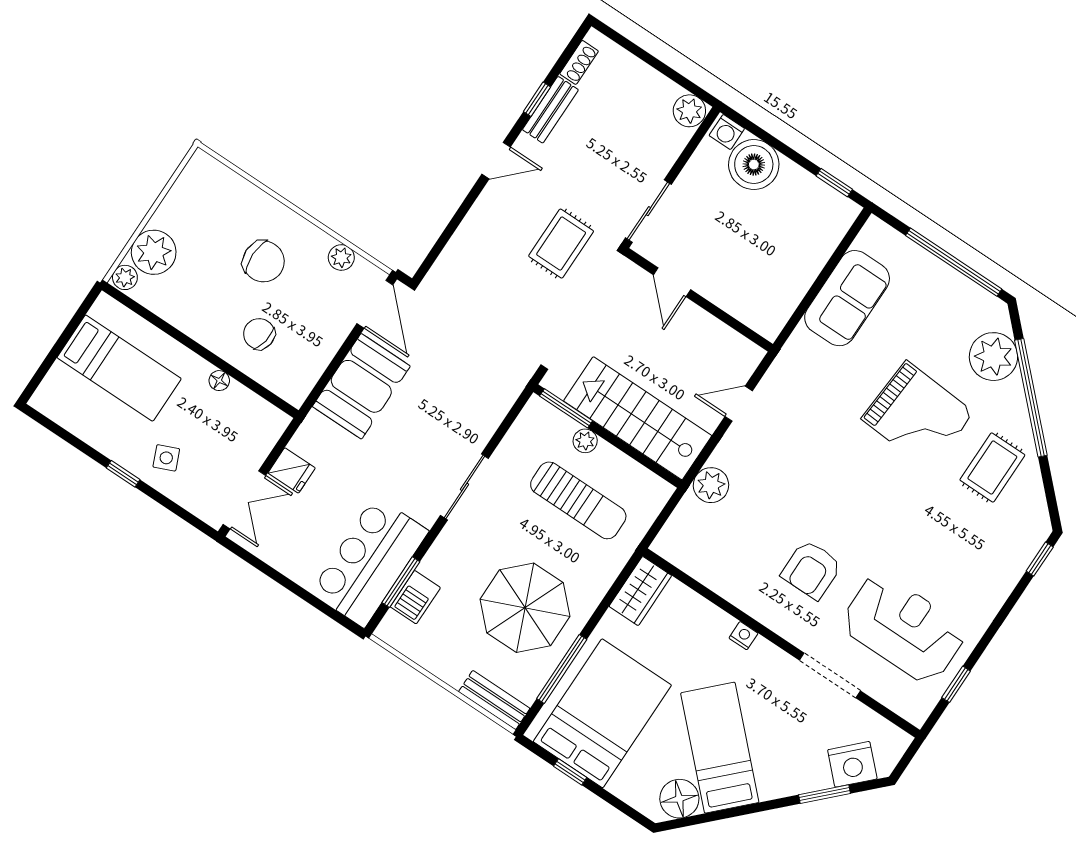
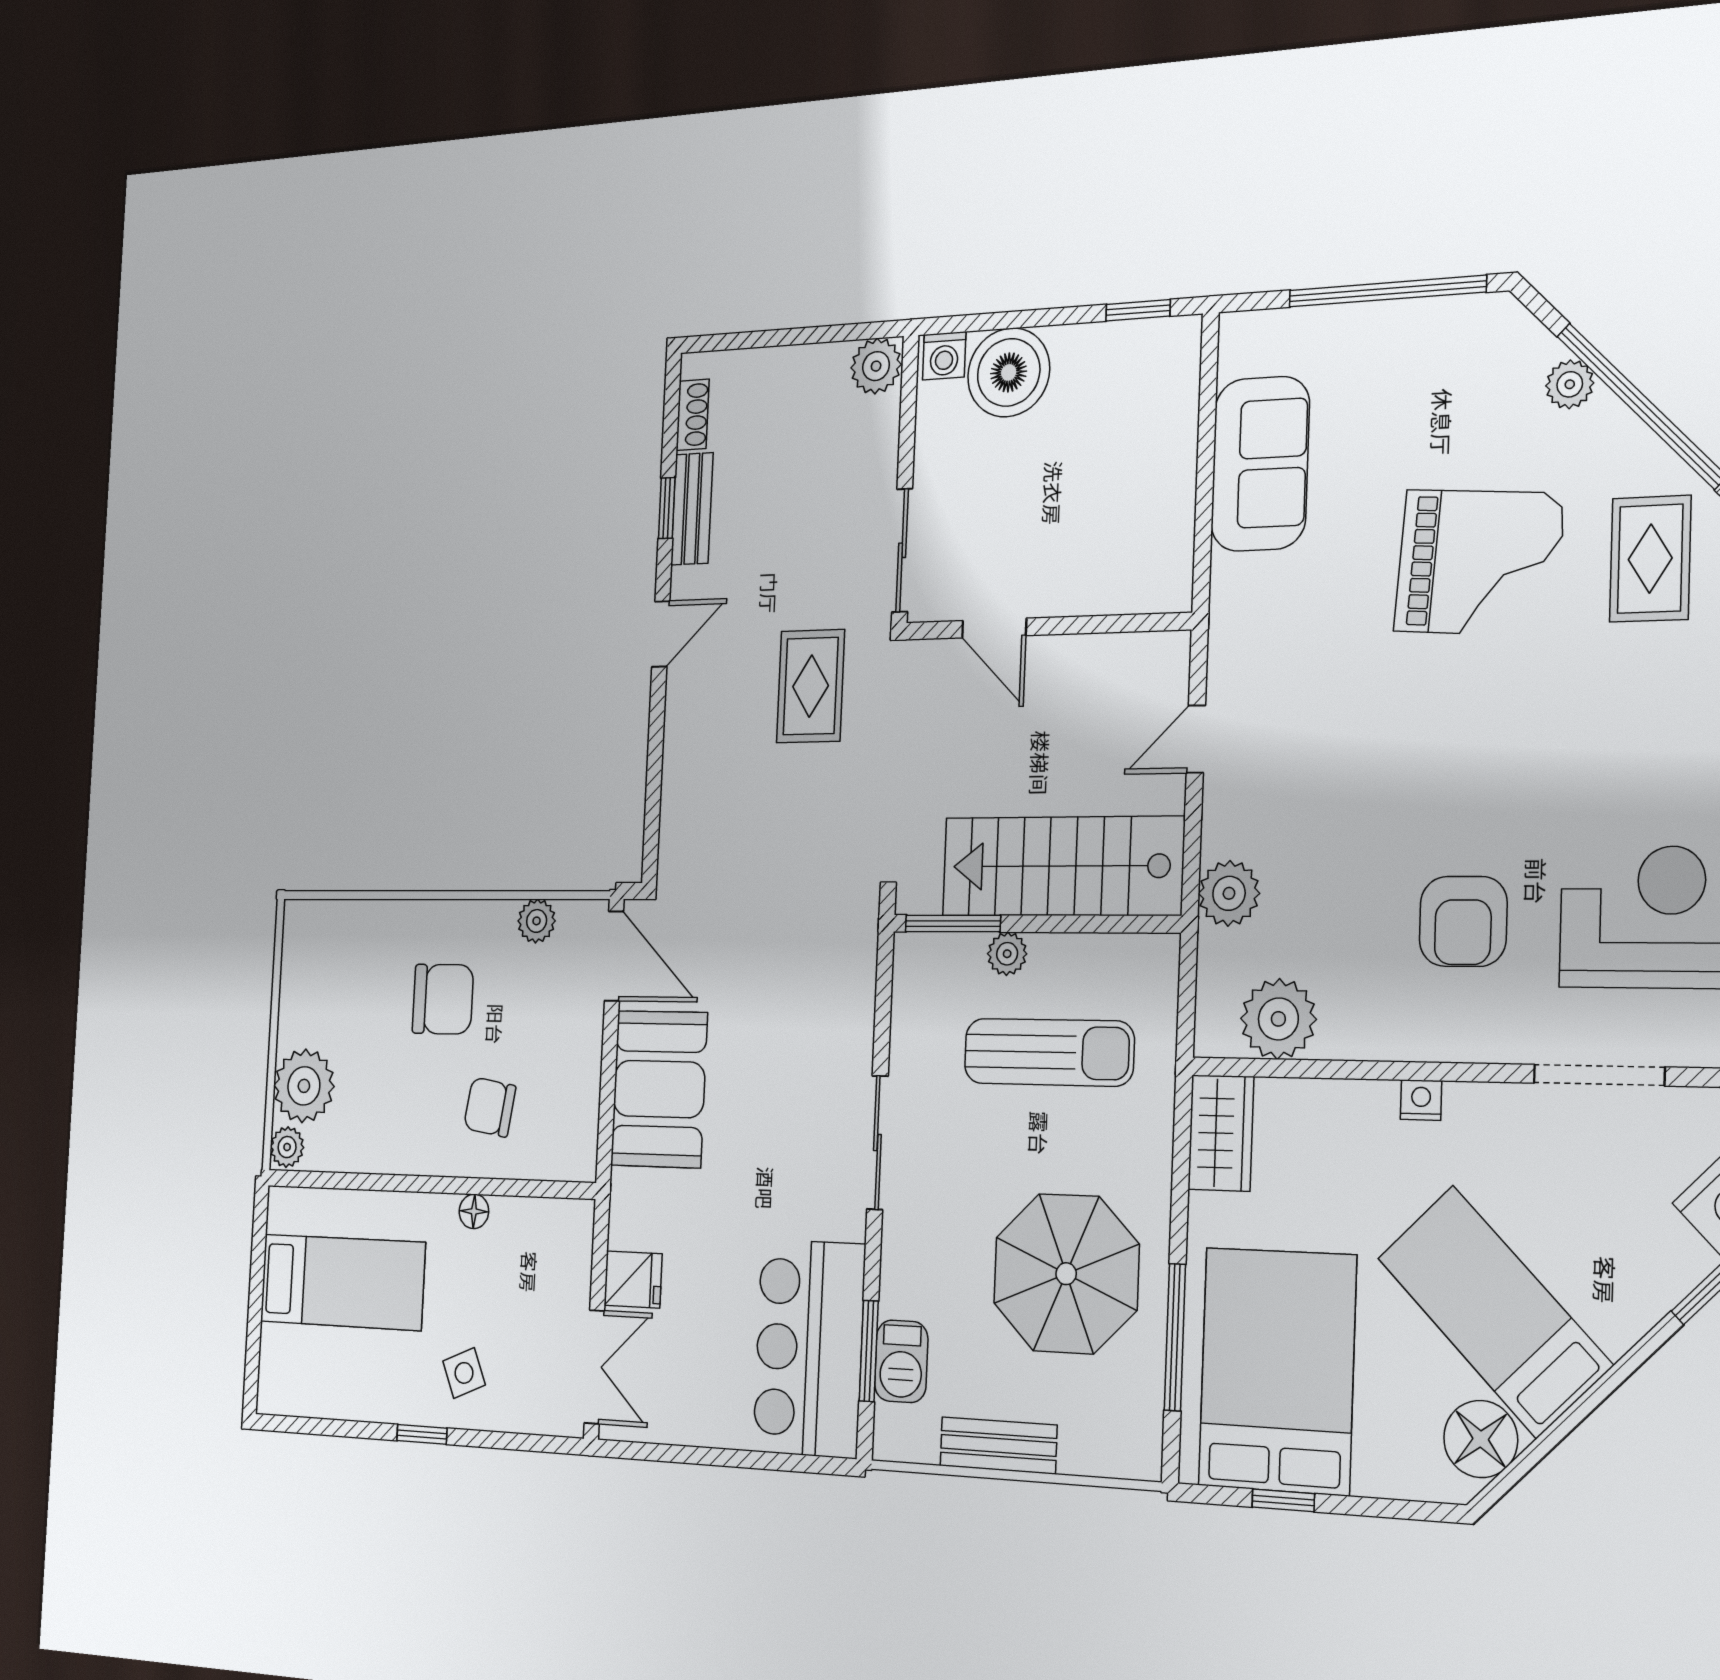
plant: (993, 357) -> (1570, 384), width x0.53, depth x0.53
plant: (699, 557) -> (1278, 1019), added
bench: (494, 700) -> (998, 1445), moved

